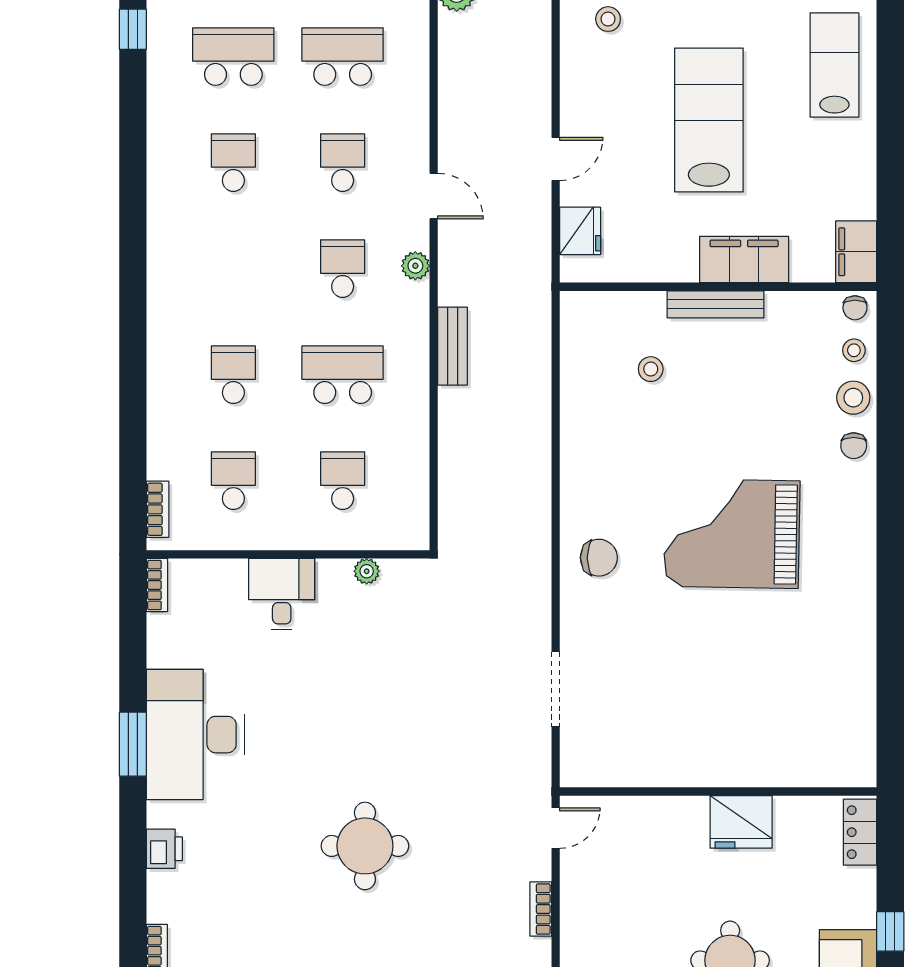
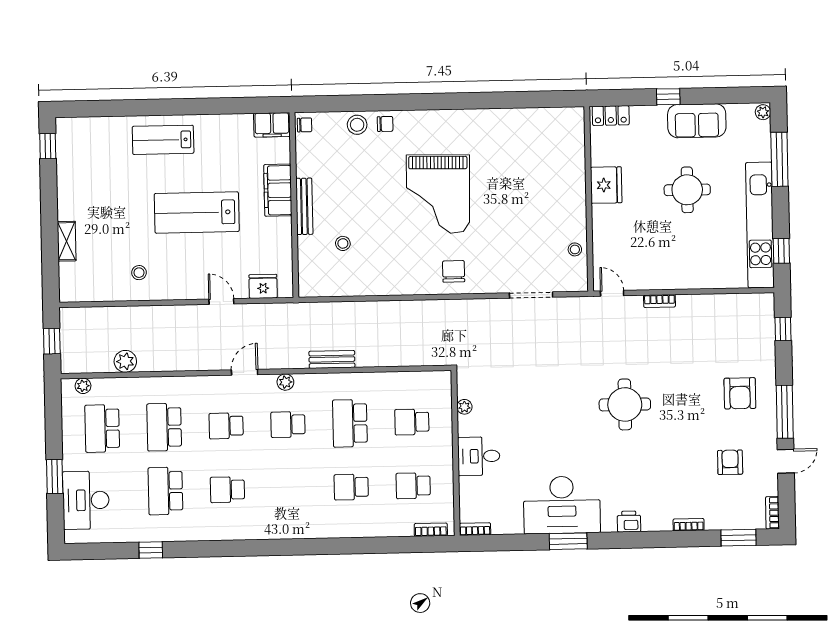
stool: (854, 350) -> (575, 249), moved

